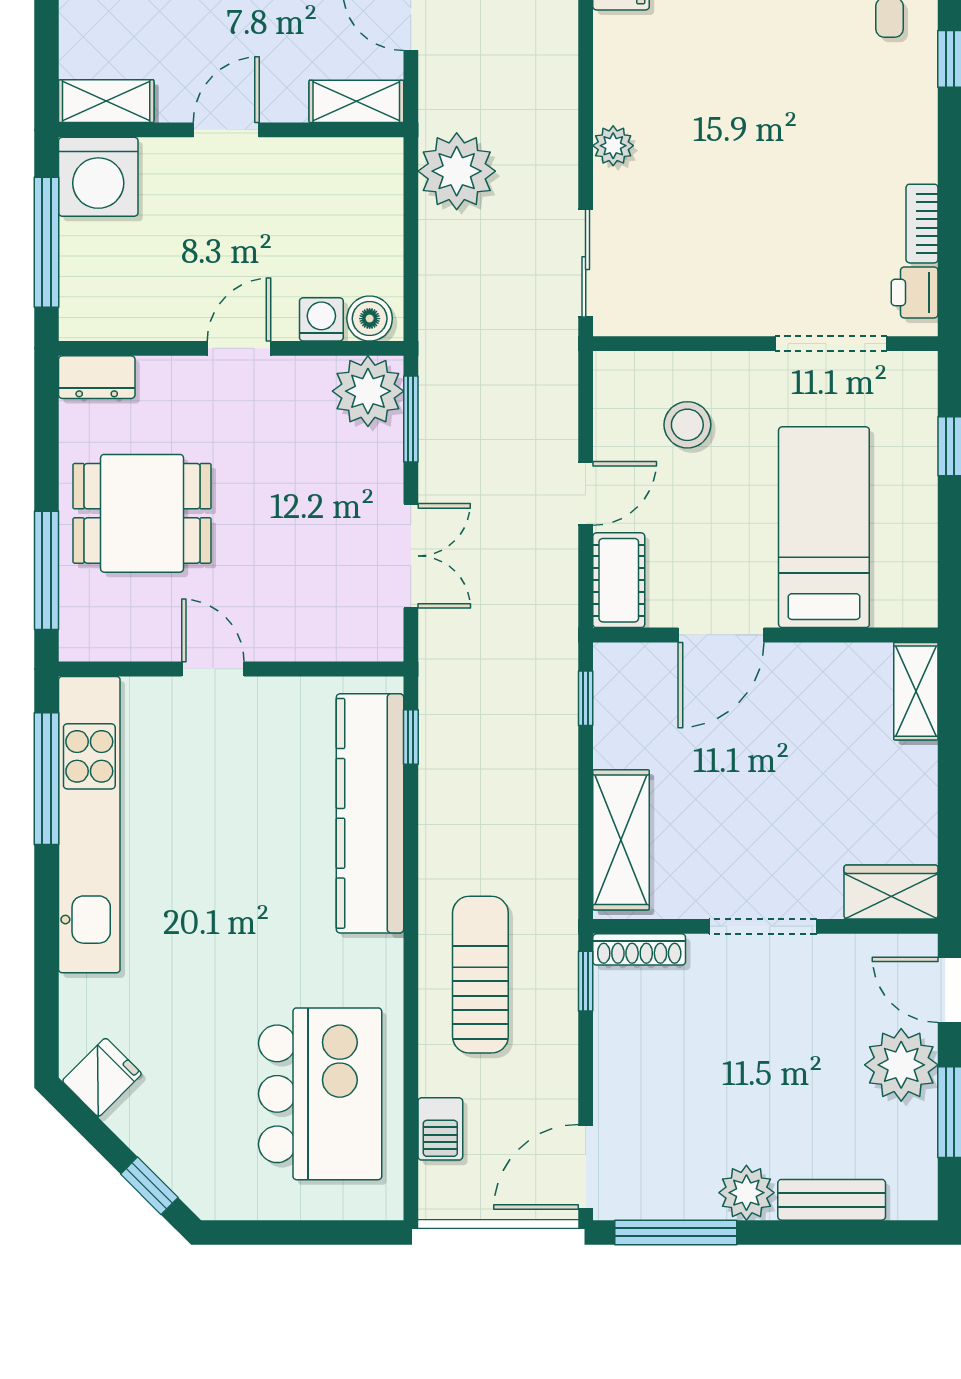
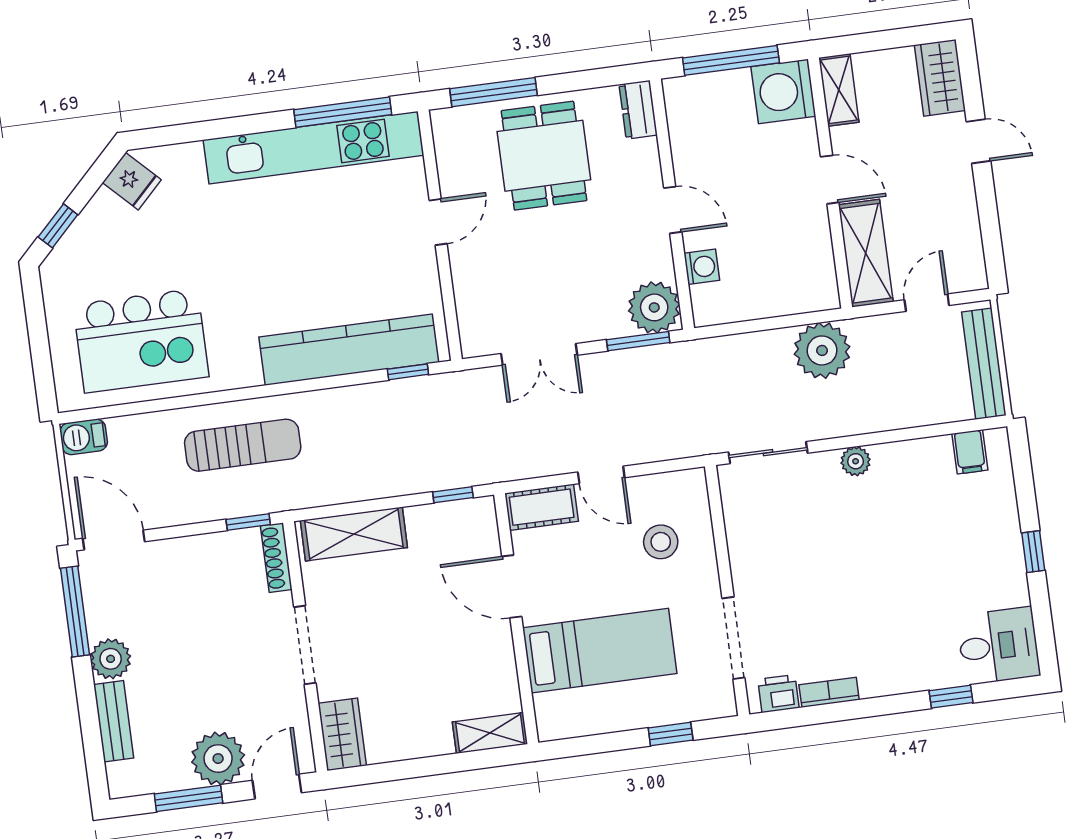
shelving: (356, 101) -> (866, 253), width x1.50, depth x1.33
boiler: (370, 319) -> (707, 302), removed
barbecue: (440, 1129) -> (84, 437), moved

